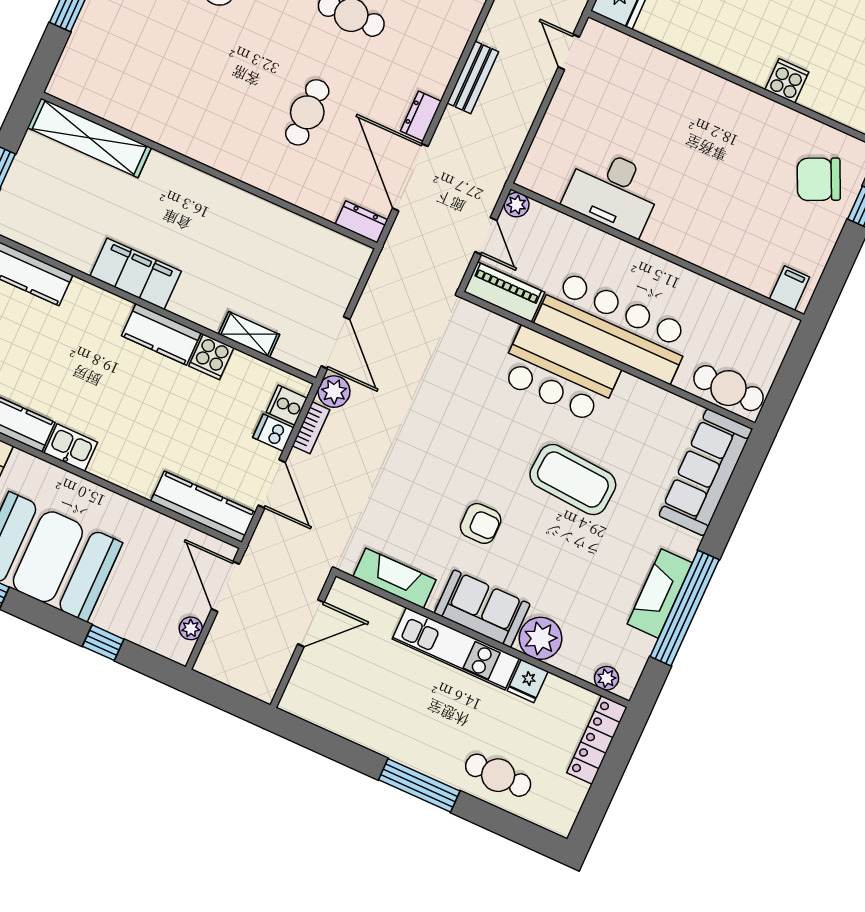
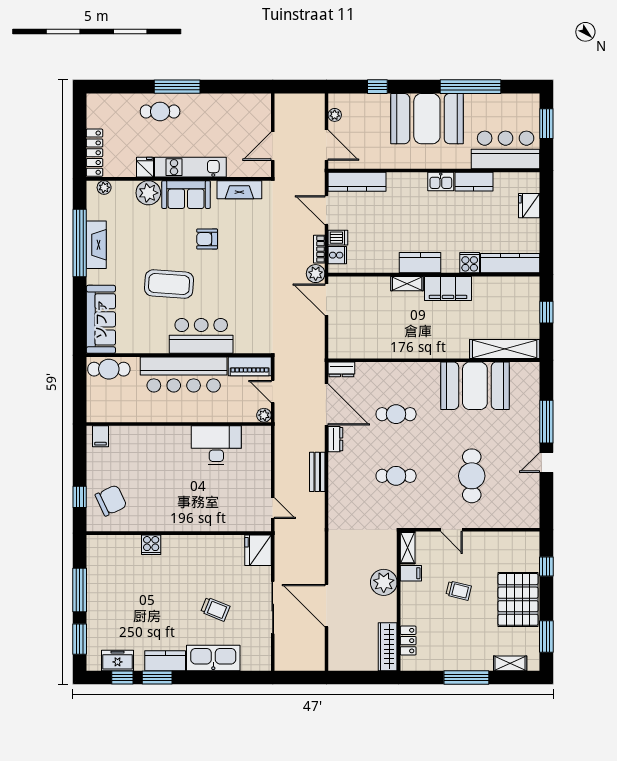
booth: (163, 101) -> (475, 386), added
cafe table: (307, 112) -> (396, 414), turned 90
shelving: (249, 334) -> (407, 284), moved
cooker: (211, 357) -> (470, 263), moved
cafe table: (498, 775) -> (160, 111), moved

